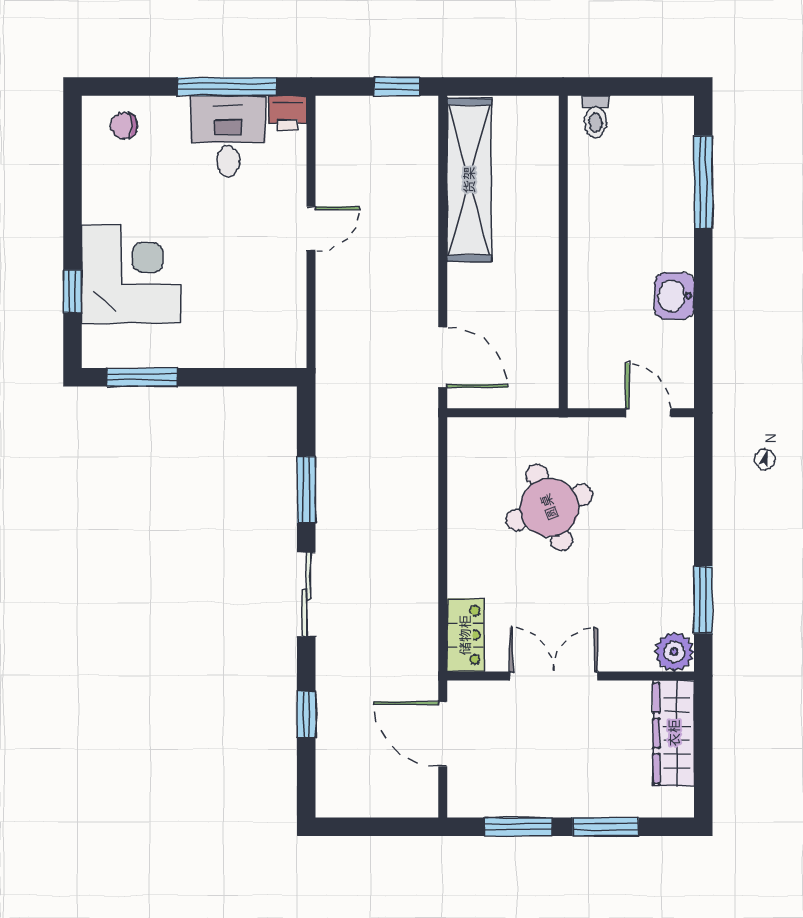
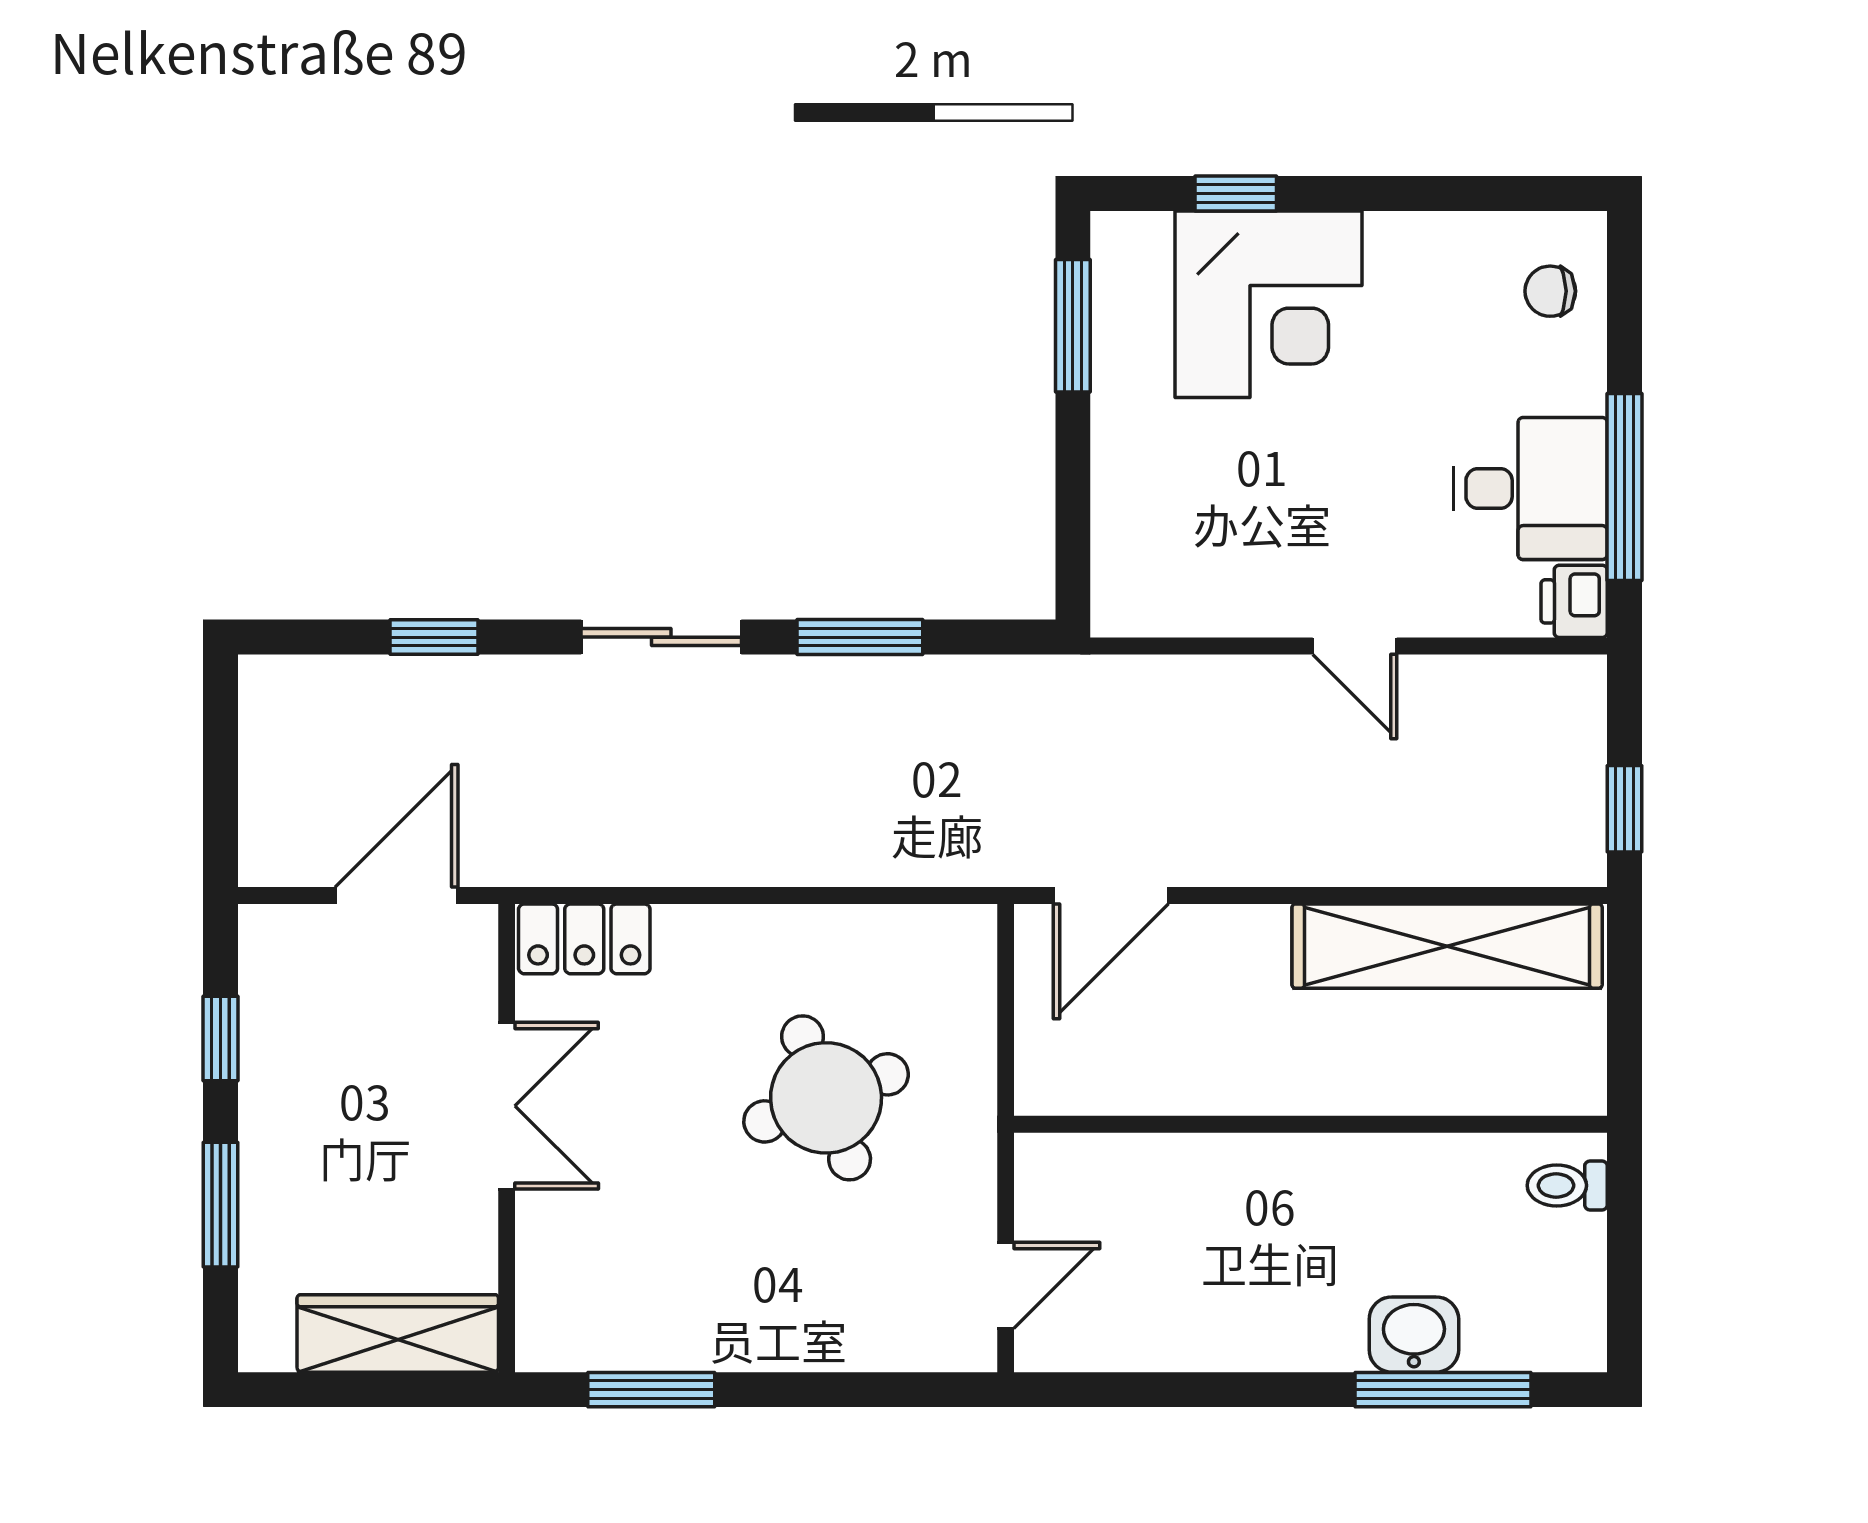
chair: (124, 126) -> (1550, 291), turned -90
washbasin: (674, 296) -> (1414, 1335), moved
plant: (674, 652) -> (552, 1335), removed
window: (518, 827) -> (220, 1038), width x0.67

